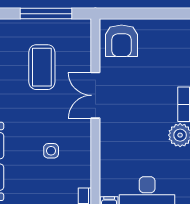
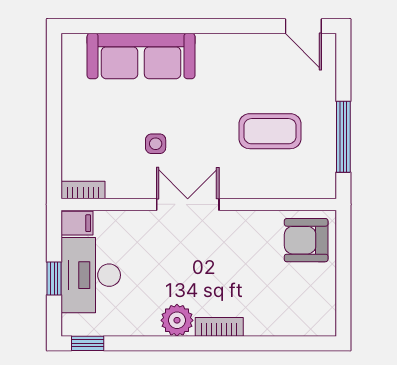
double door: (95, 95) -> (188, 204), moved

